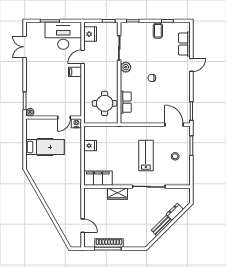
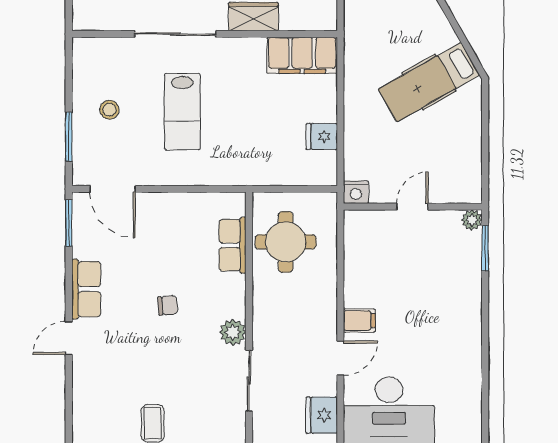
row of seats: (184, 44) -> (86, 289), moved
double door: (25, 47) -> (485, 383), removed
door: (64, 118) -> (412, 207), moved
hospital bed: (45, 147) -> (429, 82), moved, turned -30

